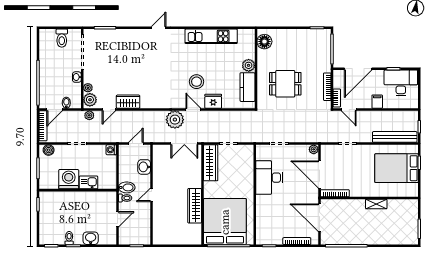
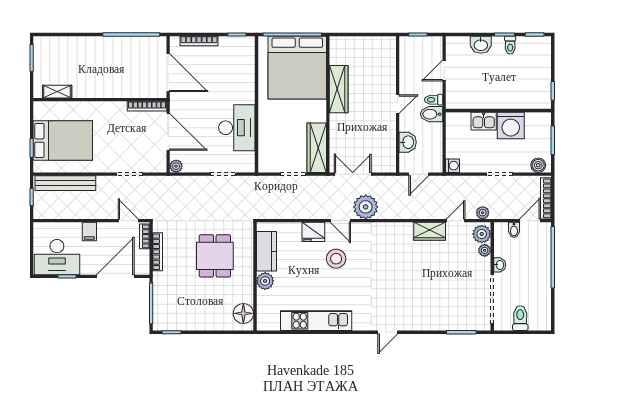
dining table: (285, 84) -> (215, 256), turned 90
shelving: (376, 204) -> (57, 92), moved

